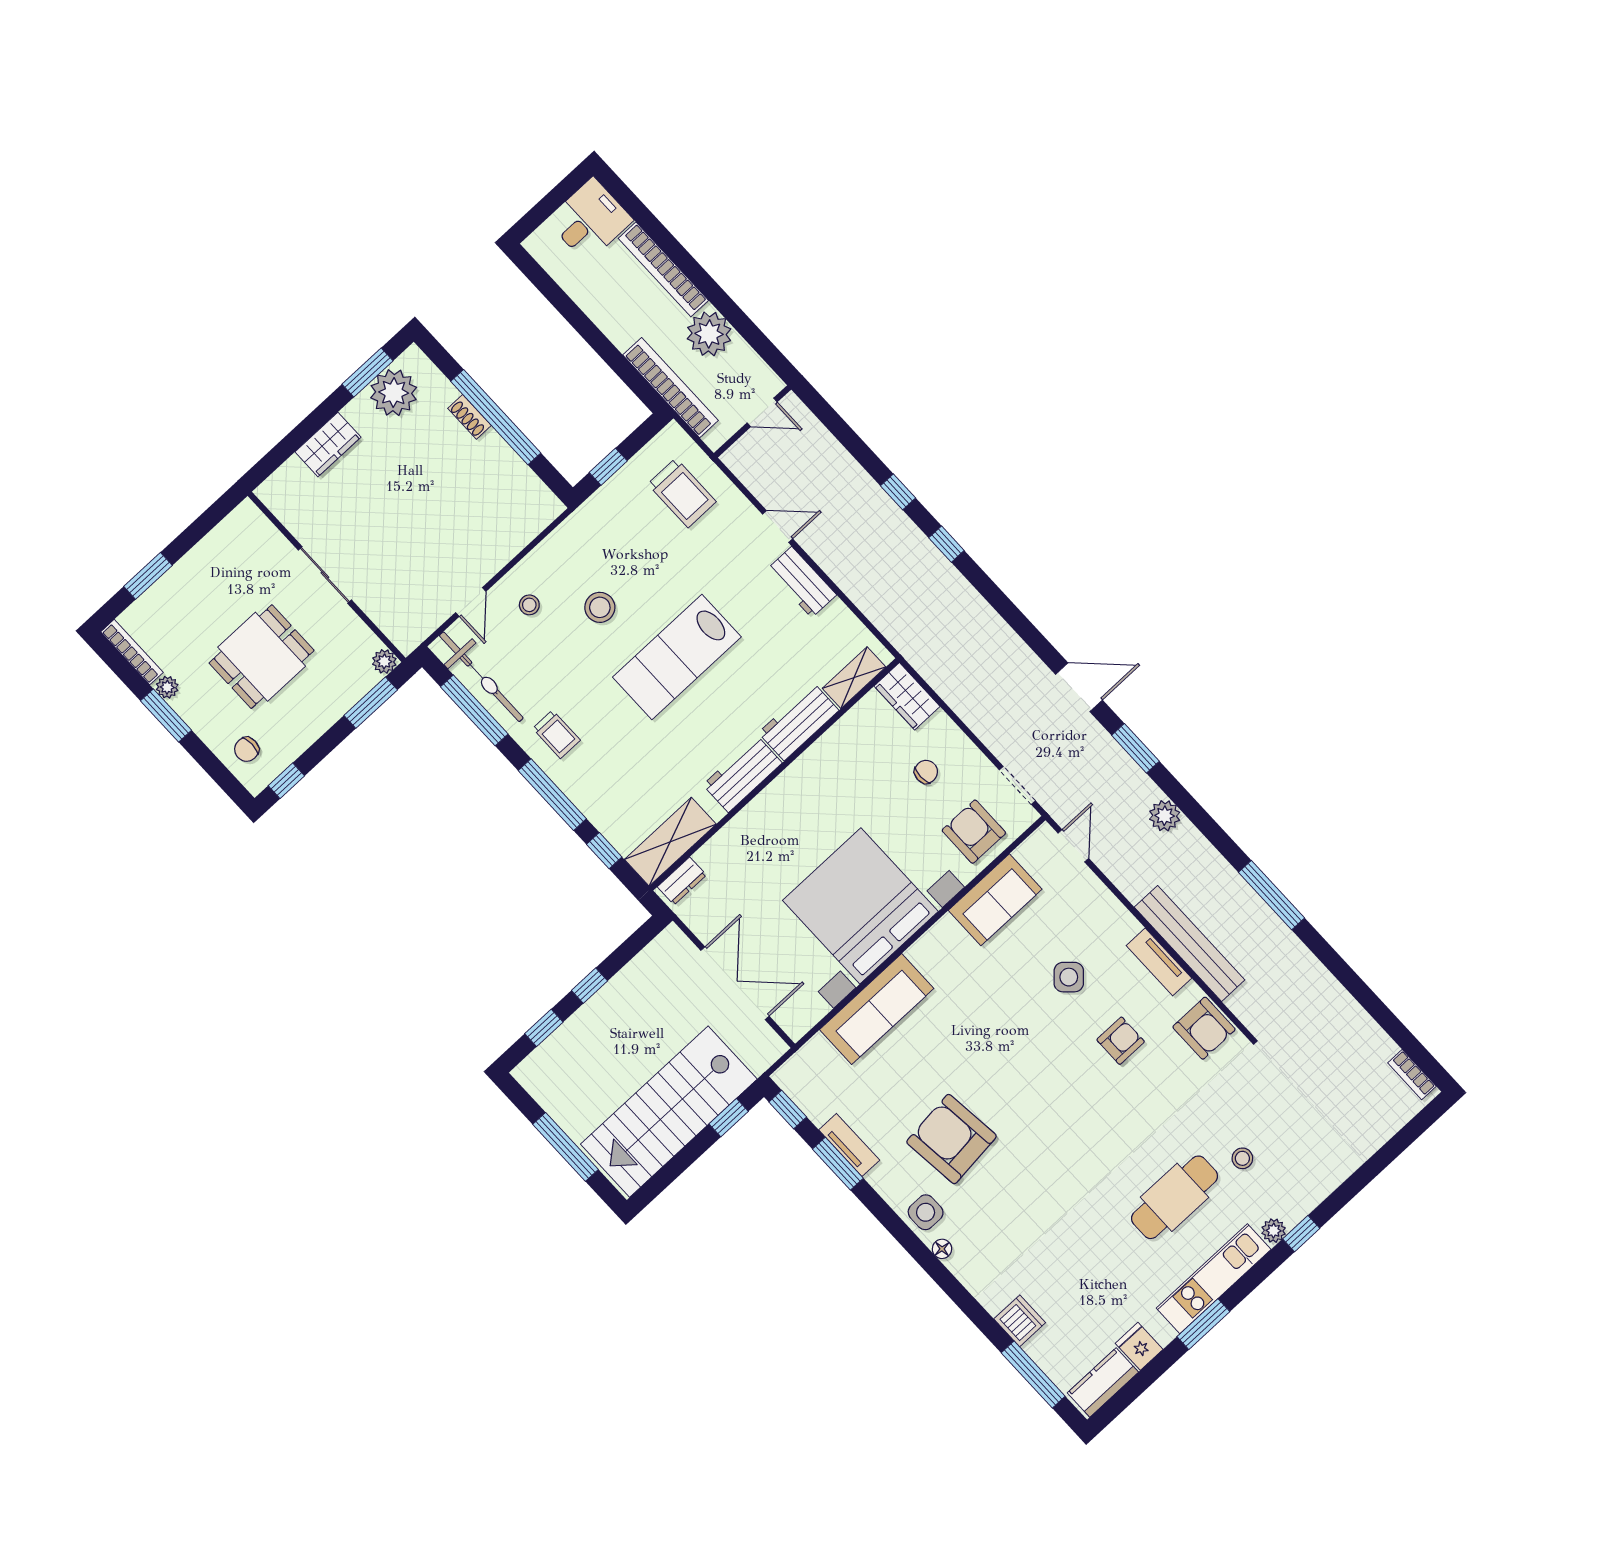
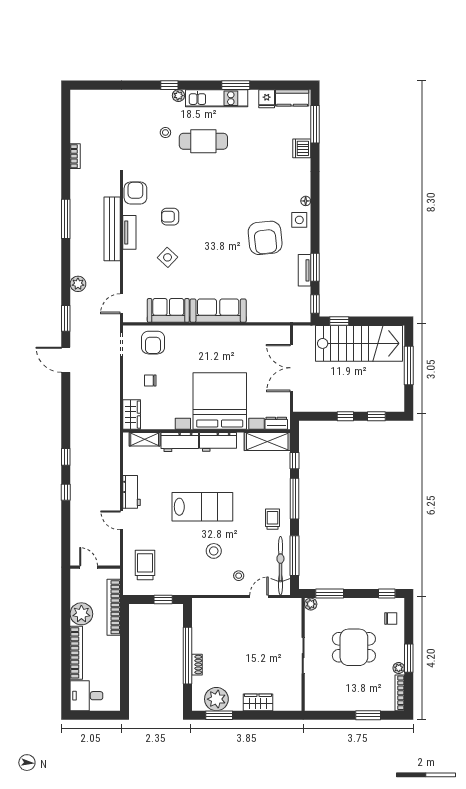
bed with nightstands: (860, 906) -> (220, 401), moved, turned 180
sofa: (877, 1009) -> (218, 311), moved
bookcase: (1412, 1075) -> (75, 156), moved

